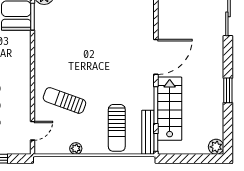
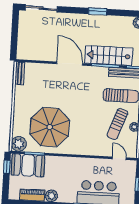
parasol: (69, 35) -> (50, 127), added
sun lounger: (64, 100) -> (117, 124), moved

